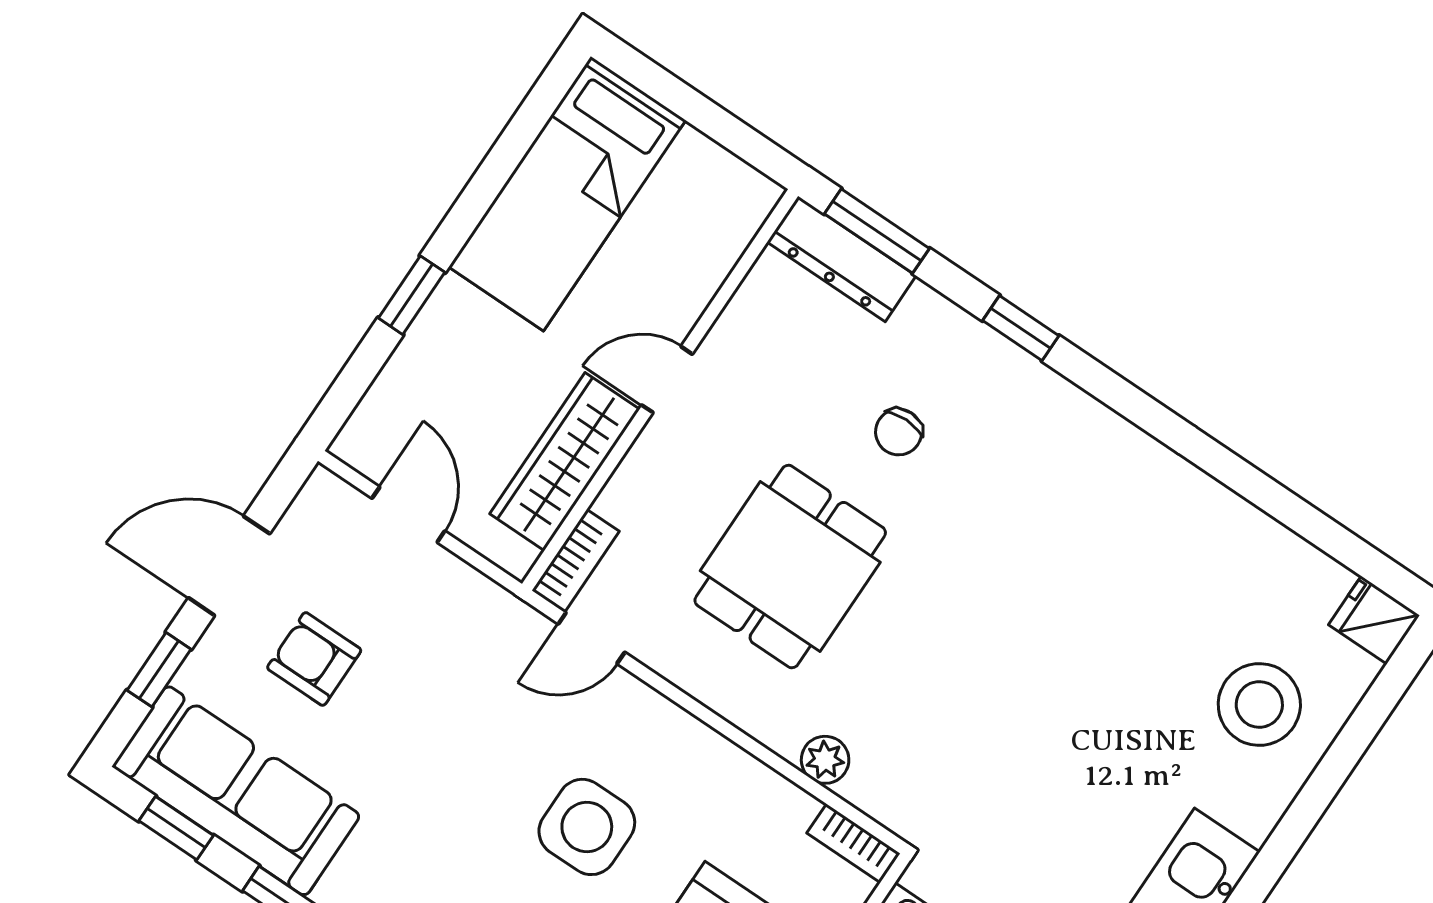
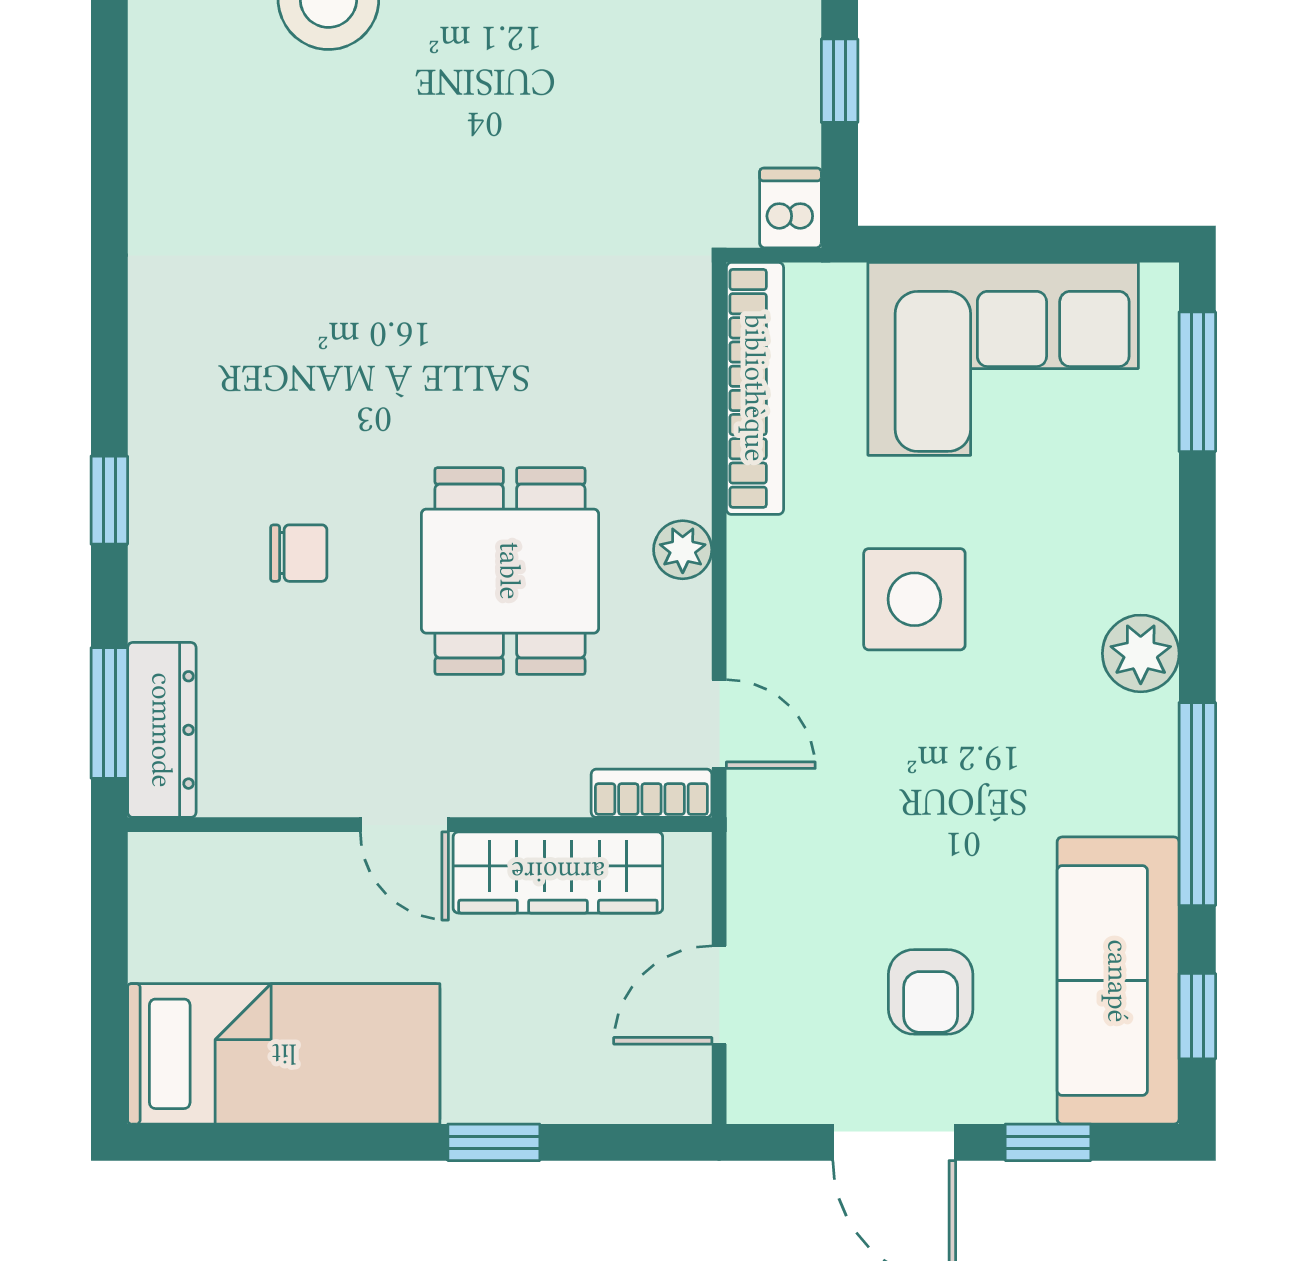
dining table: (790, 567) -> (510, 571), turned 90
plant: (825, 760) -> (683, 550), moved
bookcase: (853, 843) -> (755, 388), width x2.31, depth x1.31

